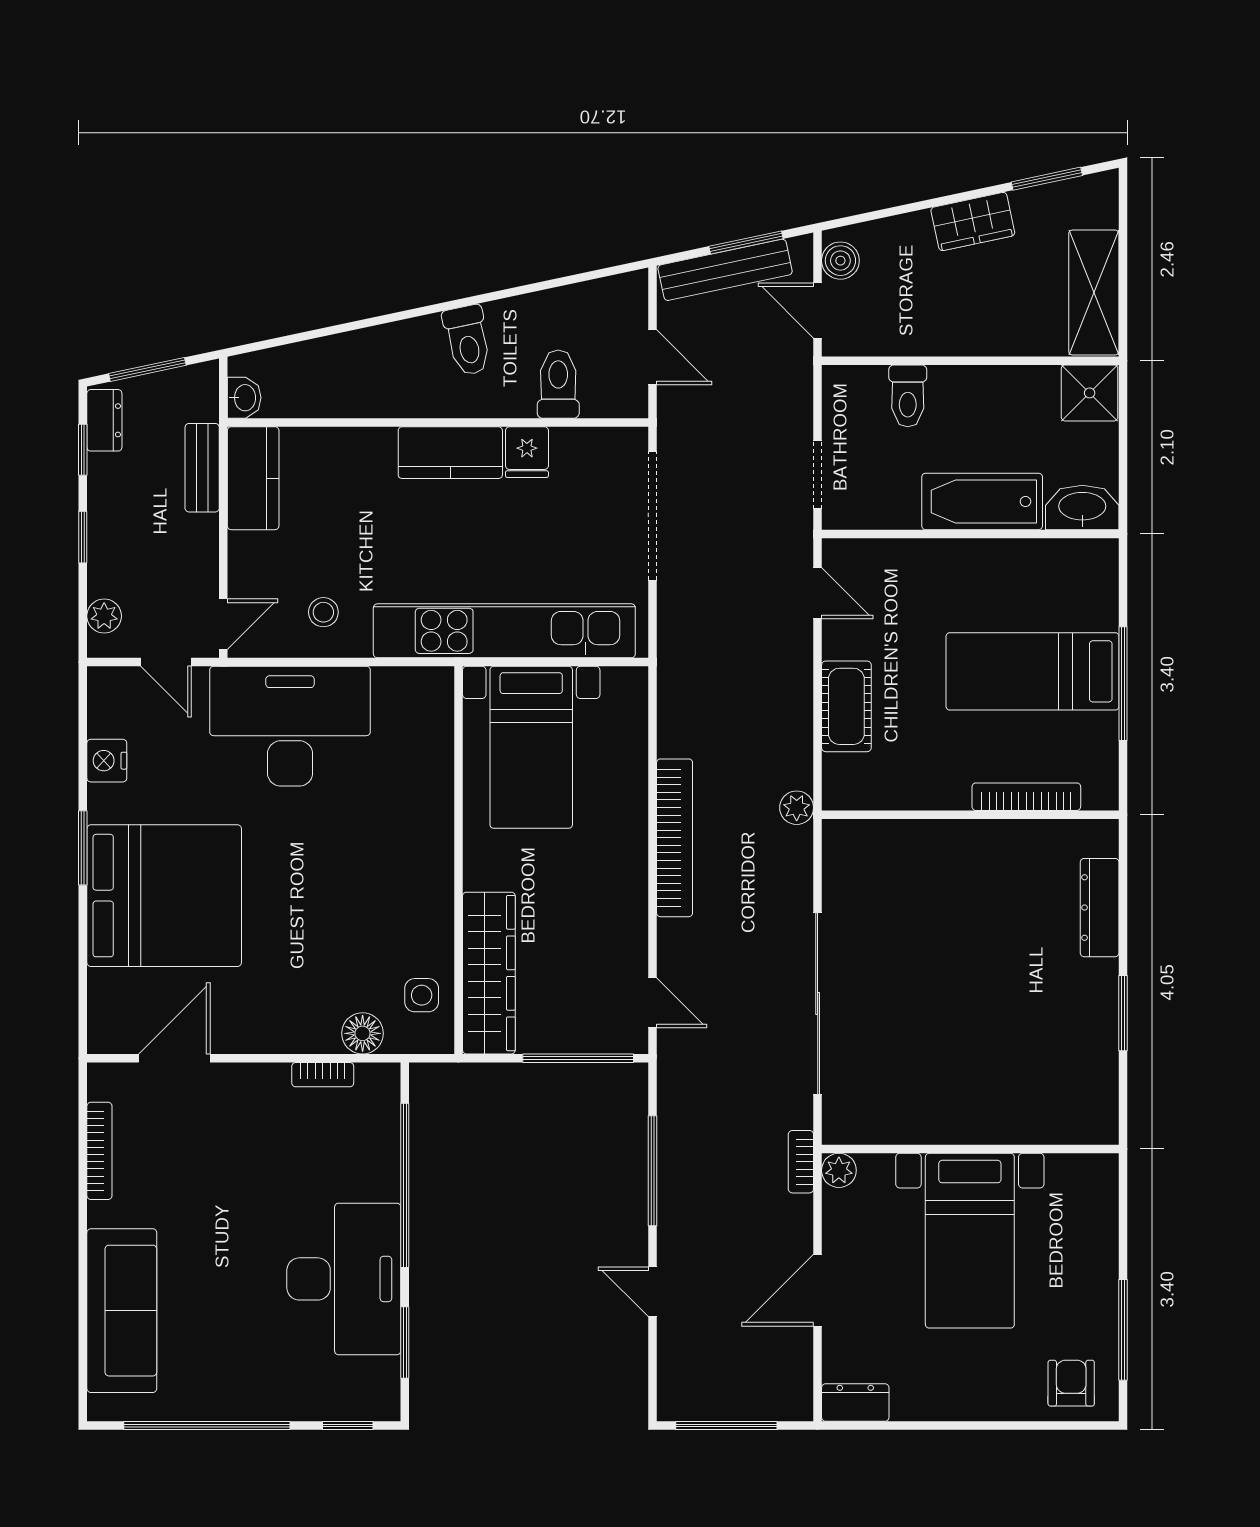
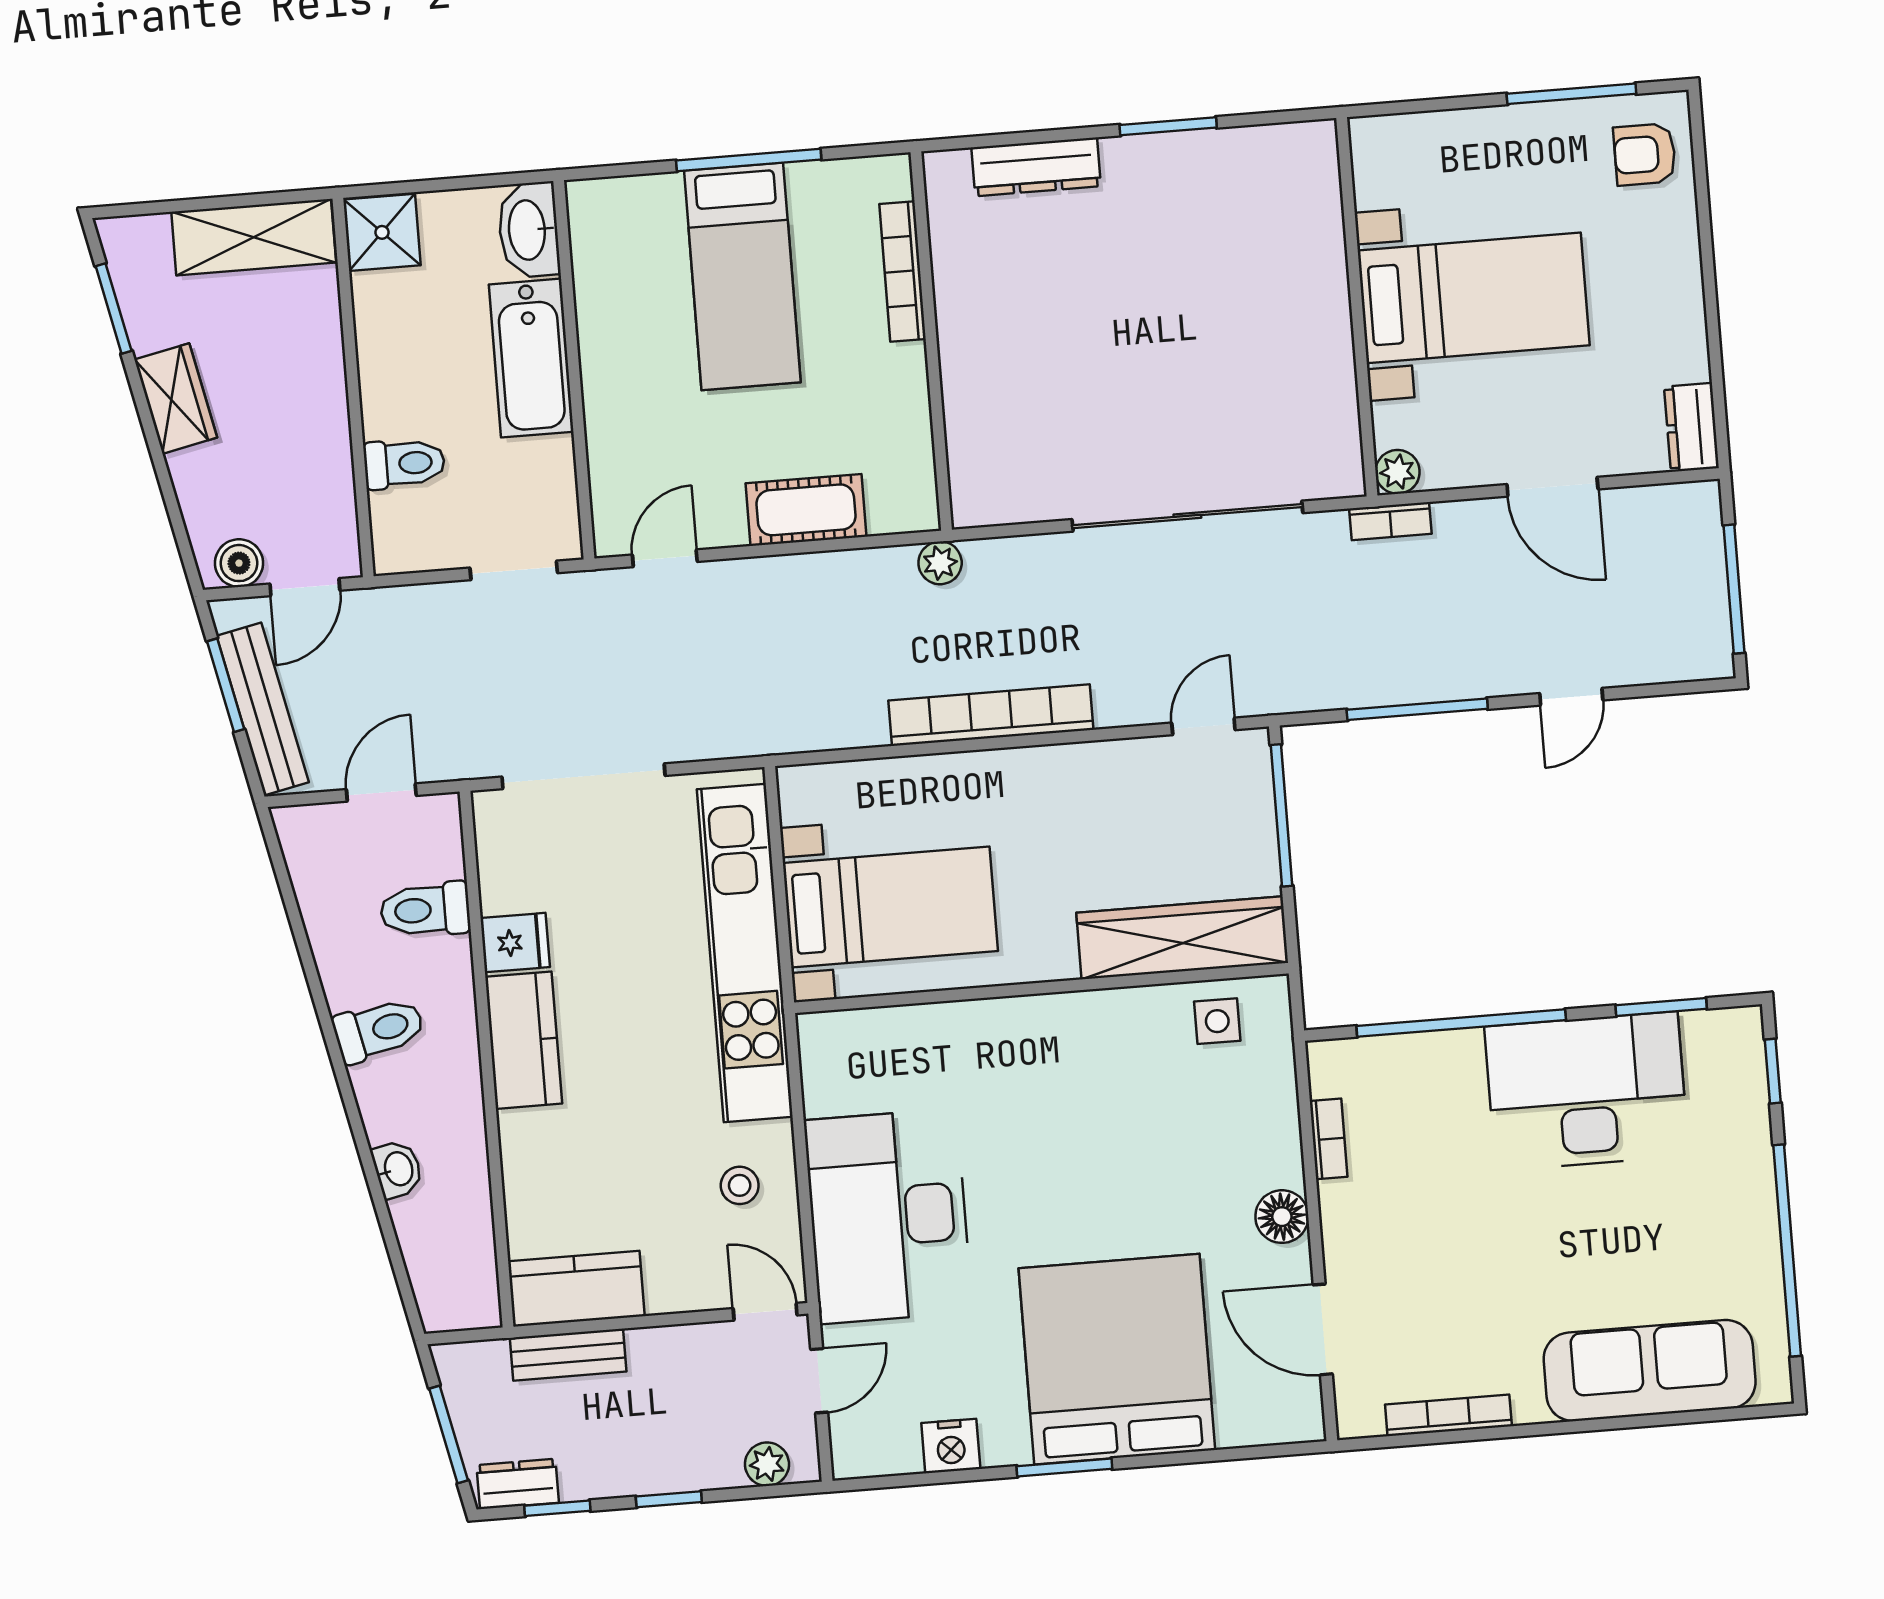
washbasin: (244, 398) -> (397, 1169), moved, turned 78
floor lamp: (363, 1033) -> (1282, 1217), moved

